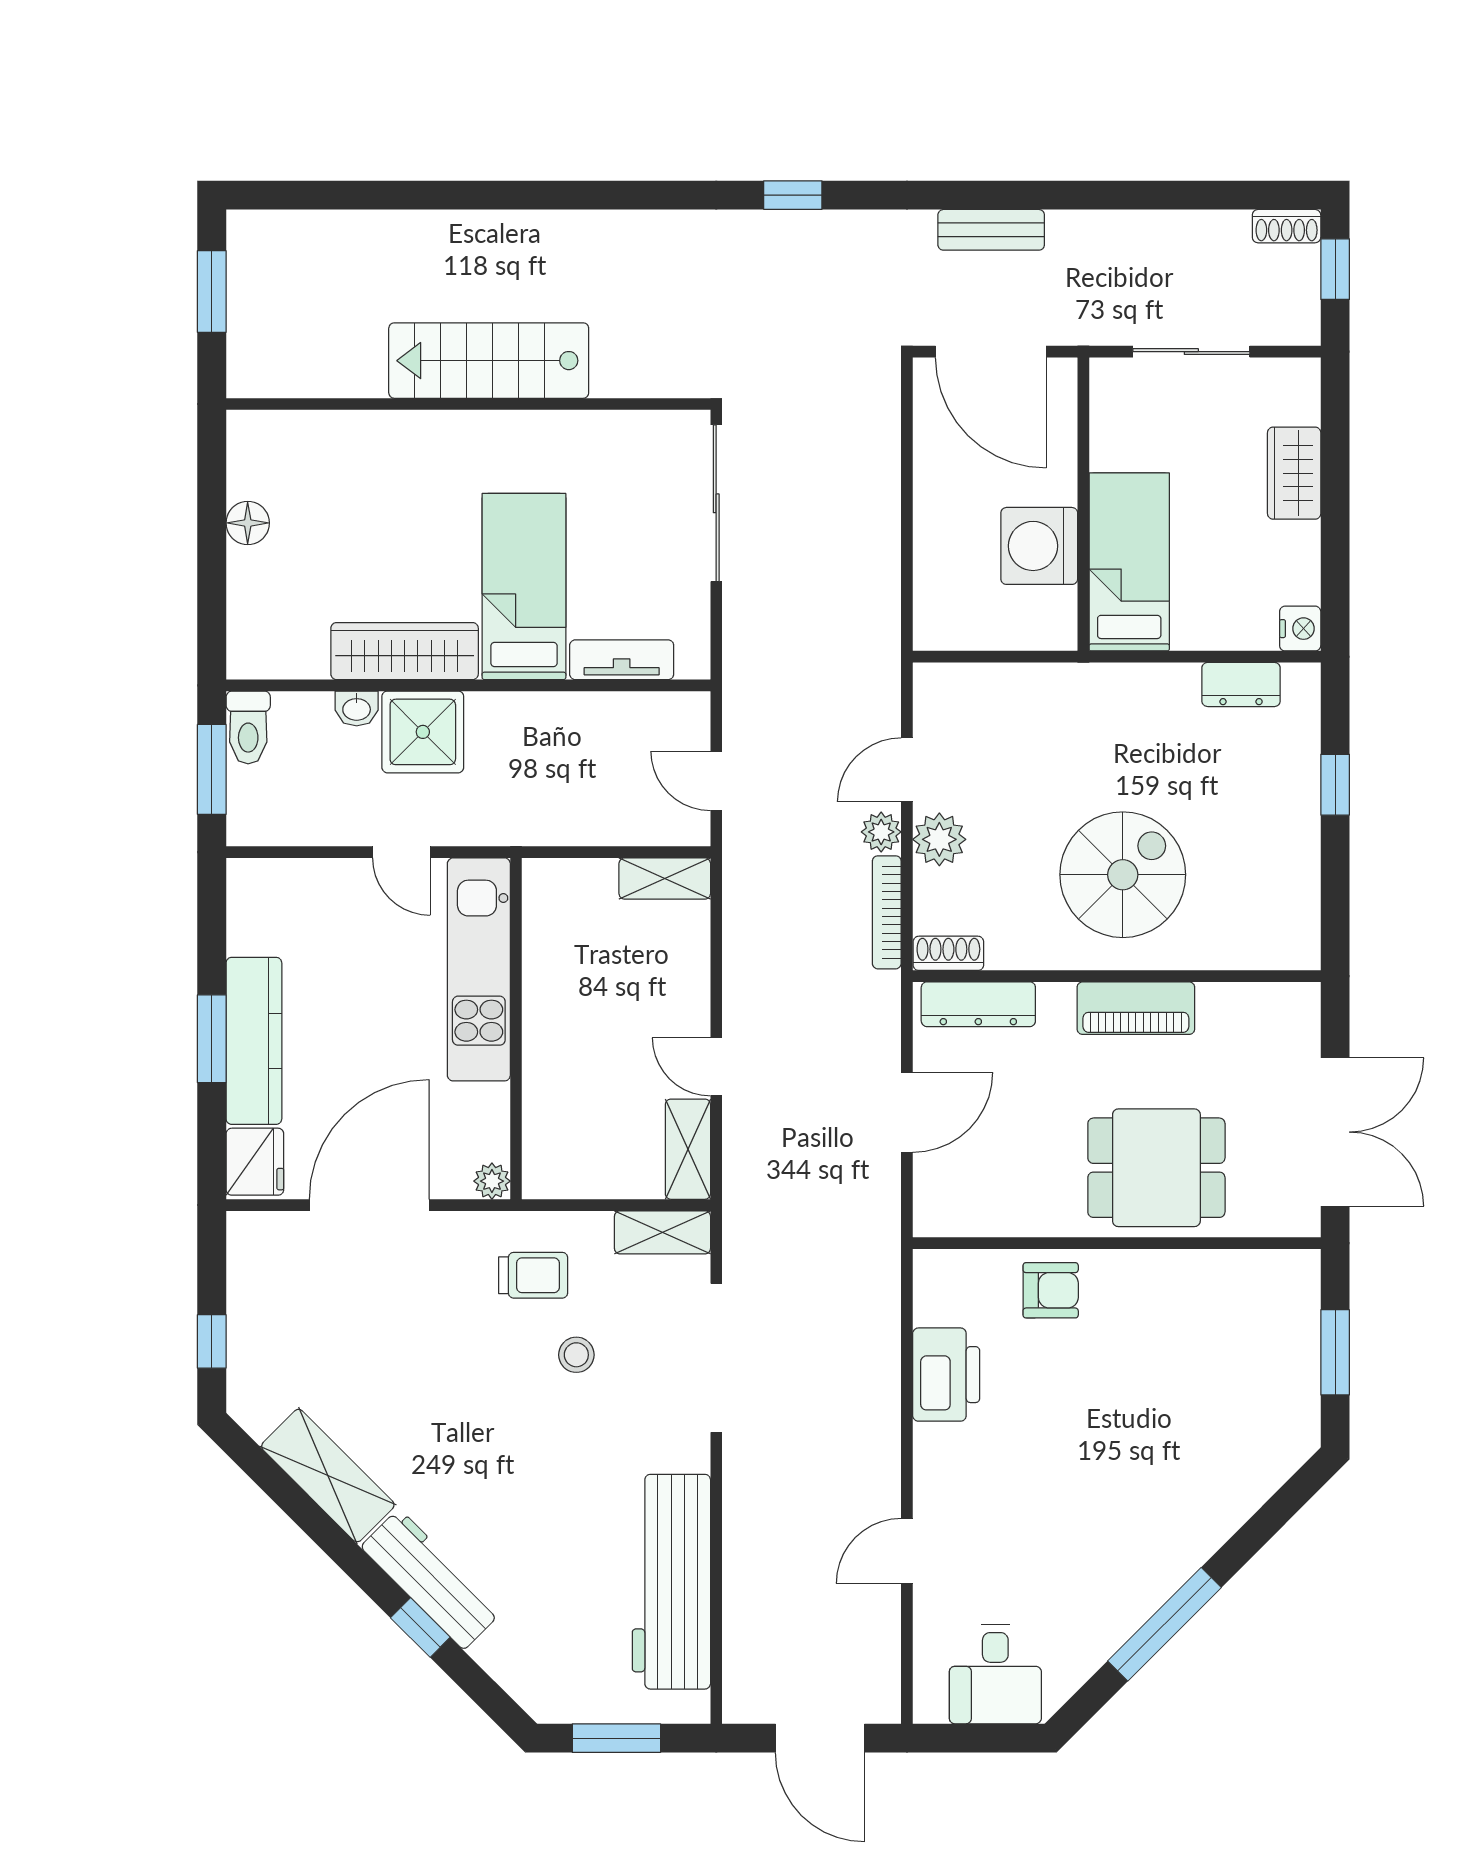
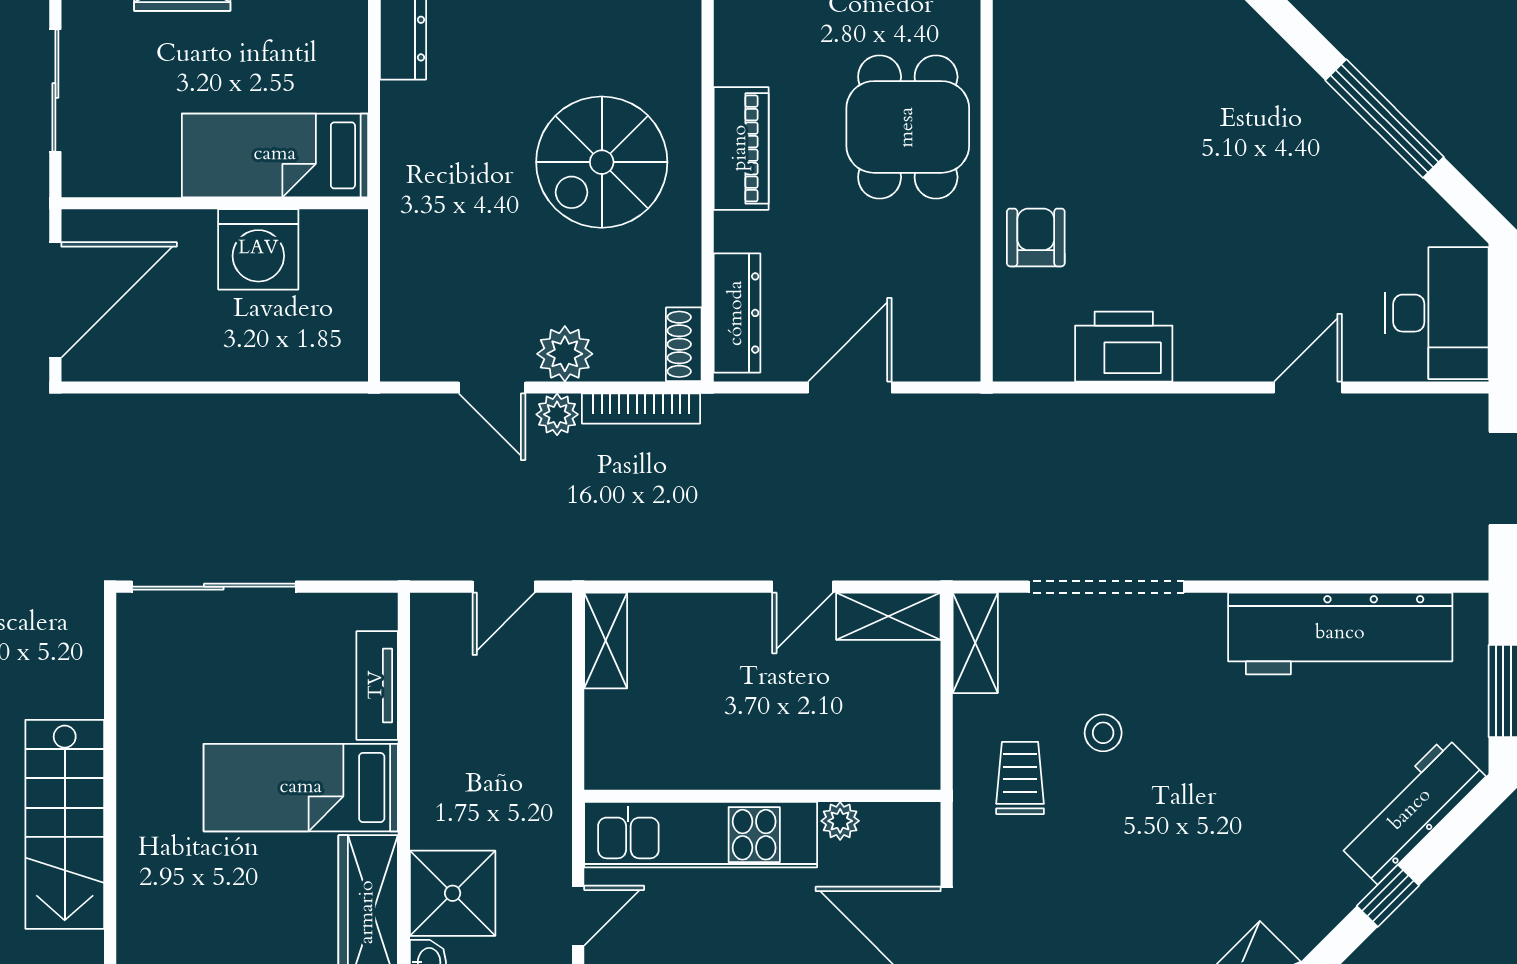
spiral stairs: (1123, 875) -> (602, 162), turned -90
door: (907, 1112) -> (850, 388), hinge flipped
plant: (492, 1181) -> (840, 821), moved
door: (907, 1551) -> (1308, 388), swing flipped
workbench: (431, 1579) -> (1411, 810), moved
desk: (995, 1674) -> (1437, 313), width x1.37

